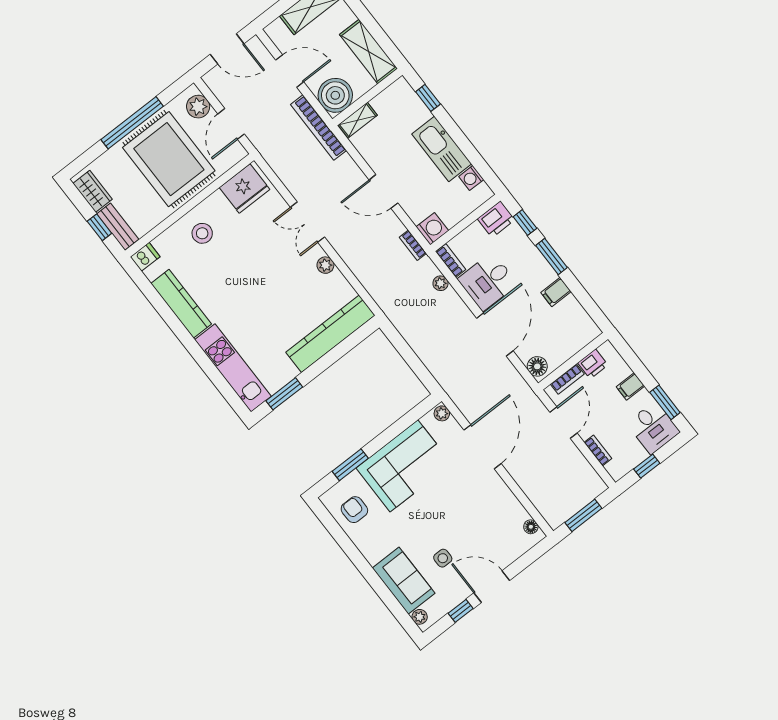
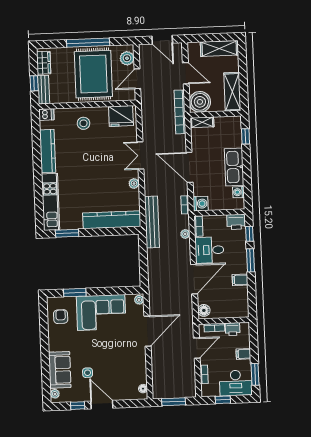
door: (383, 191) -> (190, 167), width x1.36
bench: (385, 299) -> (152, 222), added
desk: (653, 428) -> (236, 383), width x1.37

